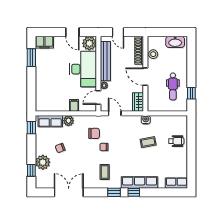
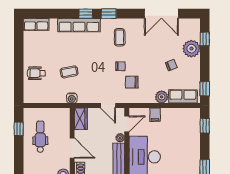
window: (31, 96) -> (205, 126), added

